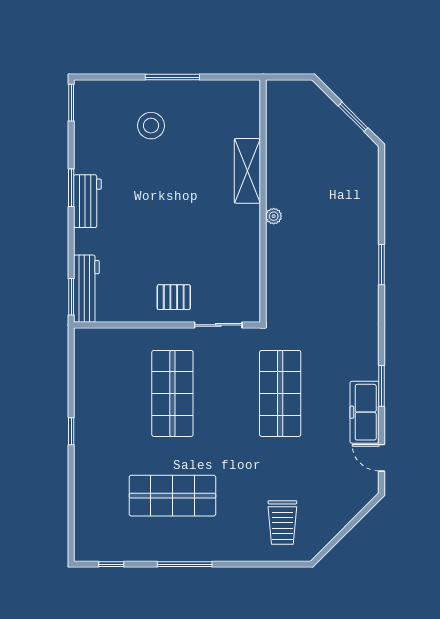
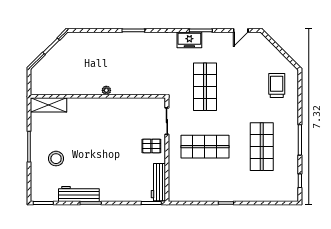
shelving: (247, 171) -> (49, 105), moved
workbench: (87, 201) -> (79, 194), moved, width x1.38
workbench: (86, 289) -> (158, 182), moved, turned -90
pallet: (174, 297) -> (151, 146), turned 90
shop shelf: (280, 393) -> (205, 87), turned 90
freezer: (364, 412) -> (189, 40), moved, width x0.71
trolley: (282, 522) -> (277, 85), turned -90

